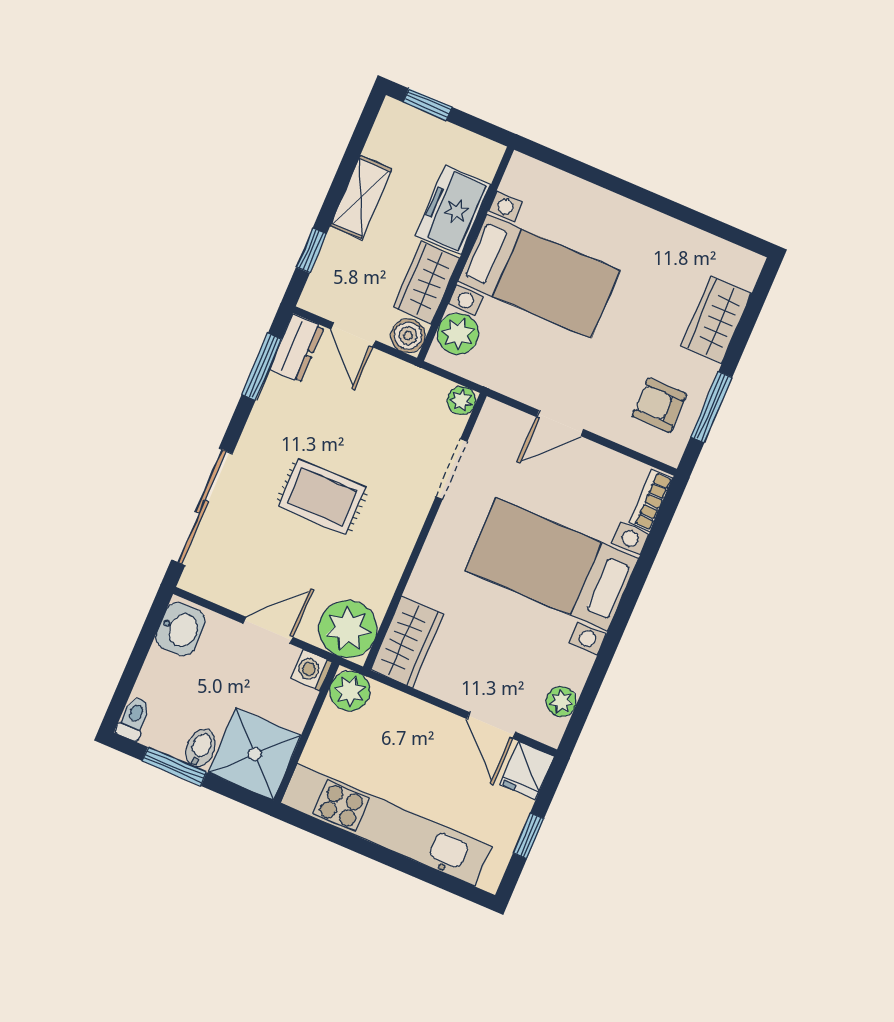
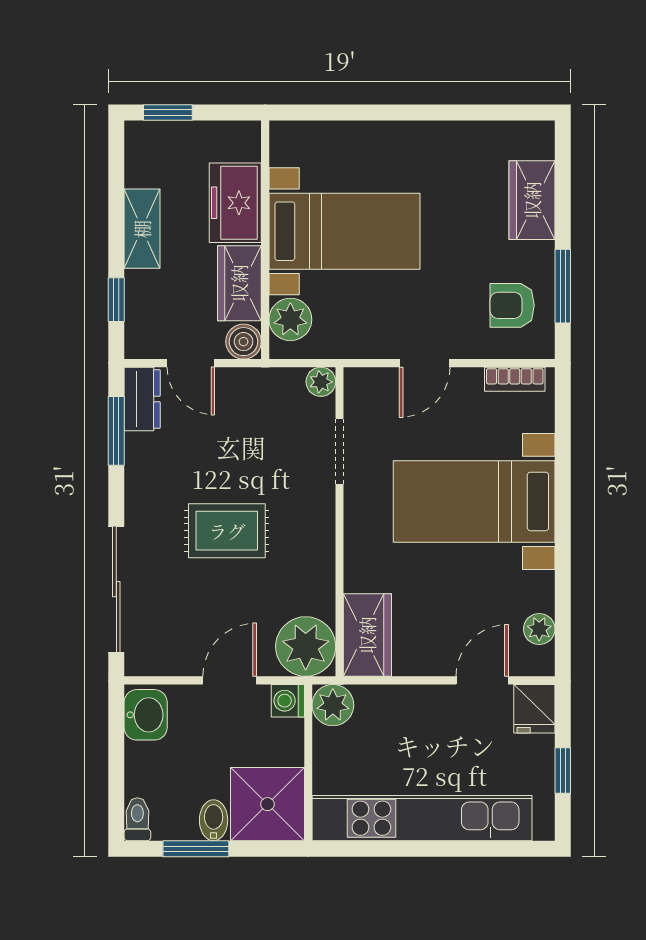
bookcase: (651, 500) -> (515, 379), moved, turned -90
door: (491, 726) -> (482, 680), swing flipped

